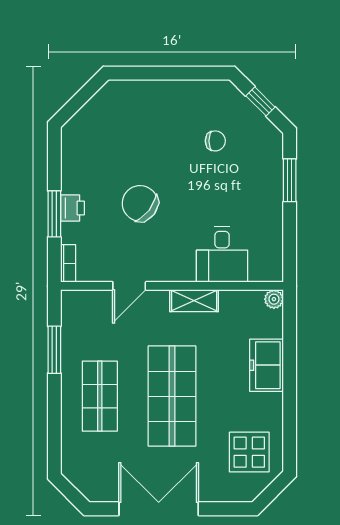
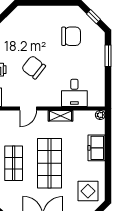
chair: (215, 141) -> (71, 36), width x1.87, depth x1.87

